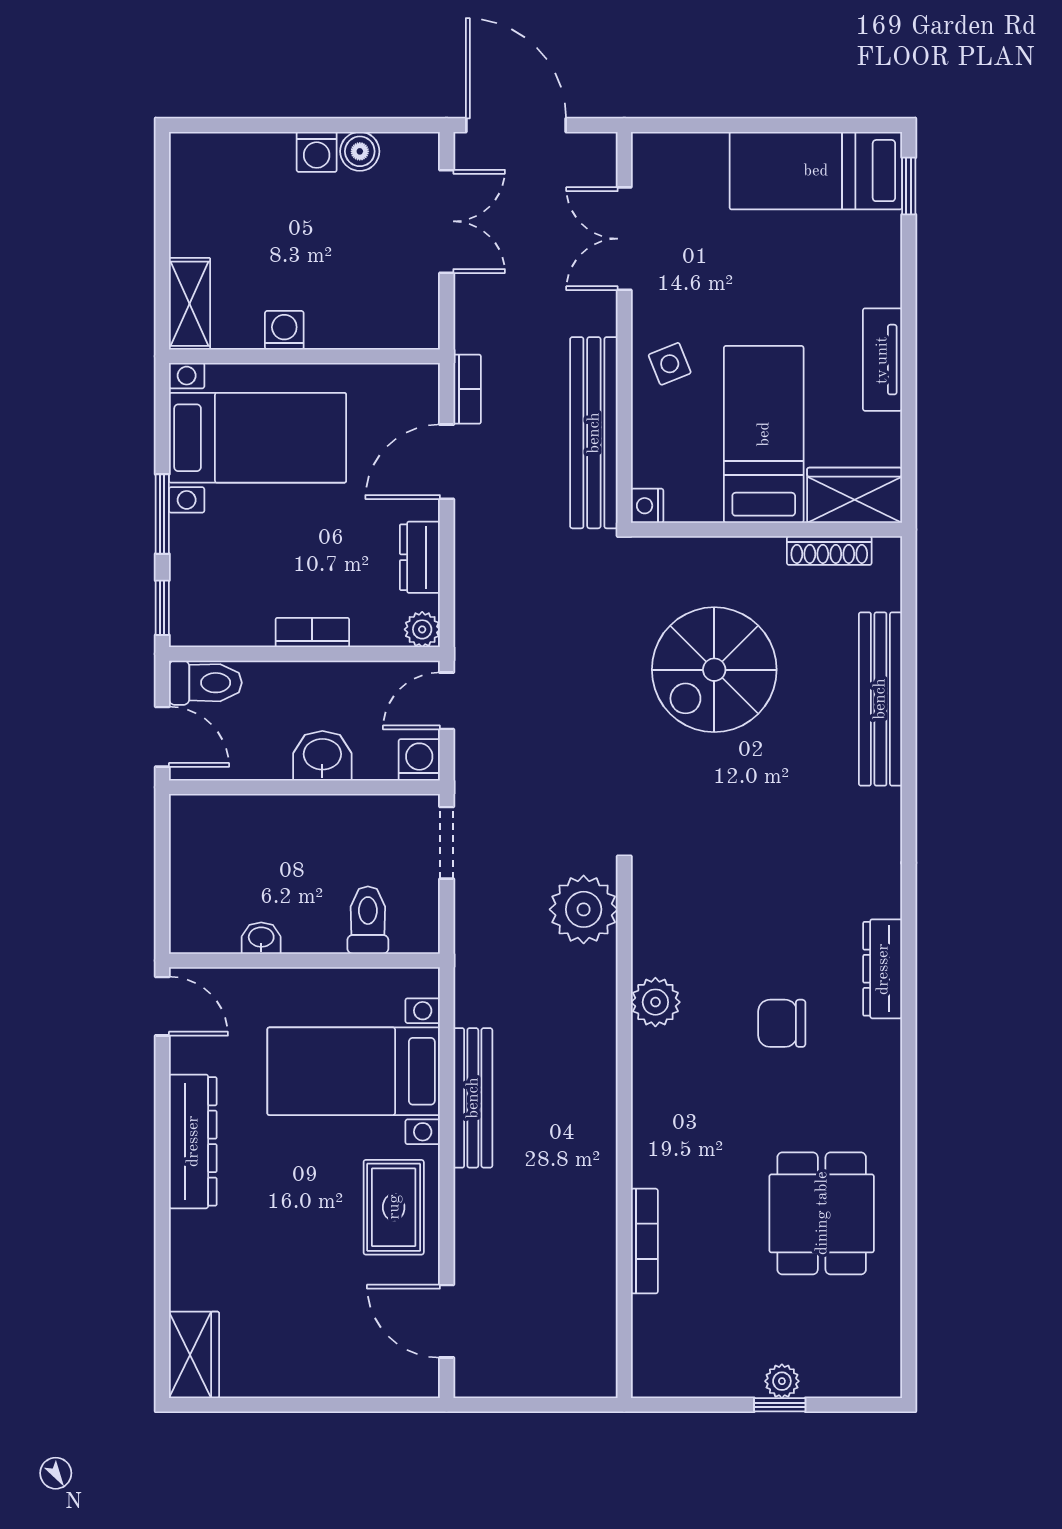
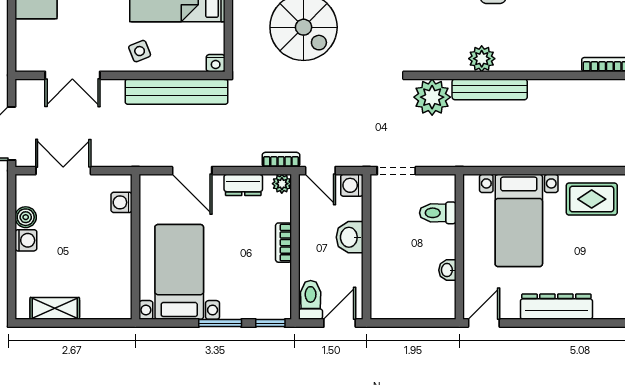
shelving: (190, 304) -> (55, 308), moved
washing machine: (284, 330) -> (122, 202), moved
bookcase: (467, 389) -> (281, 160), moved
bench: (473, 1098) -> (490, 89), moved

